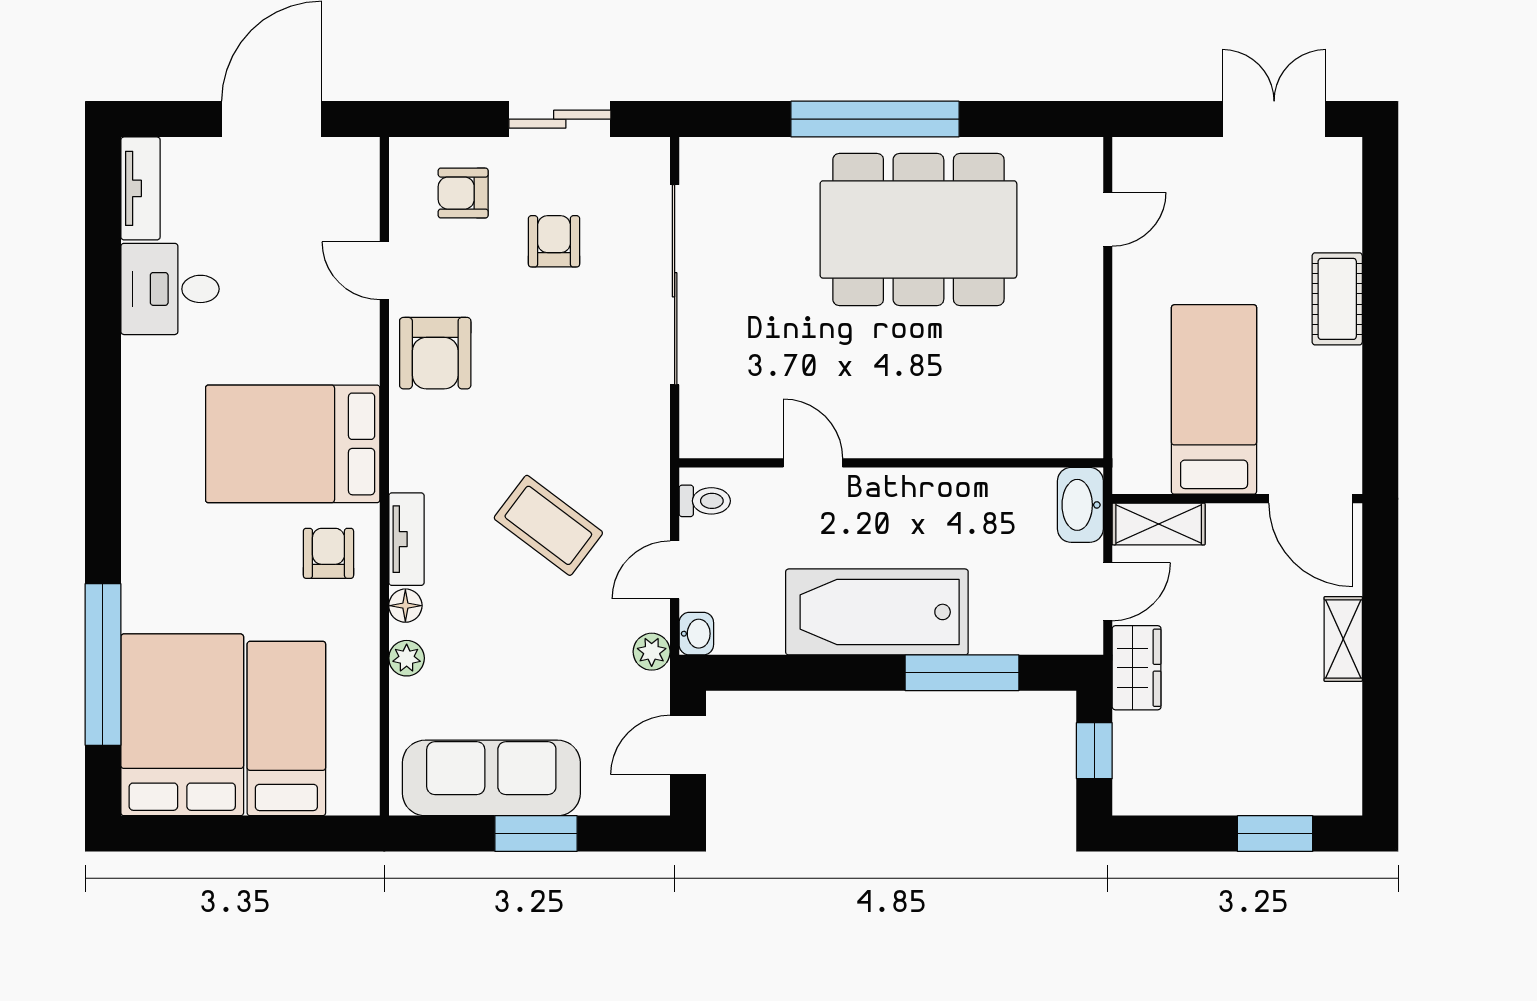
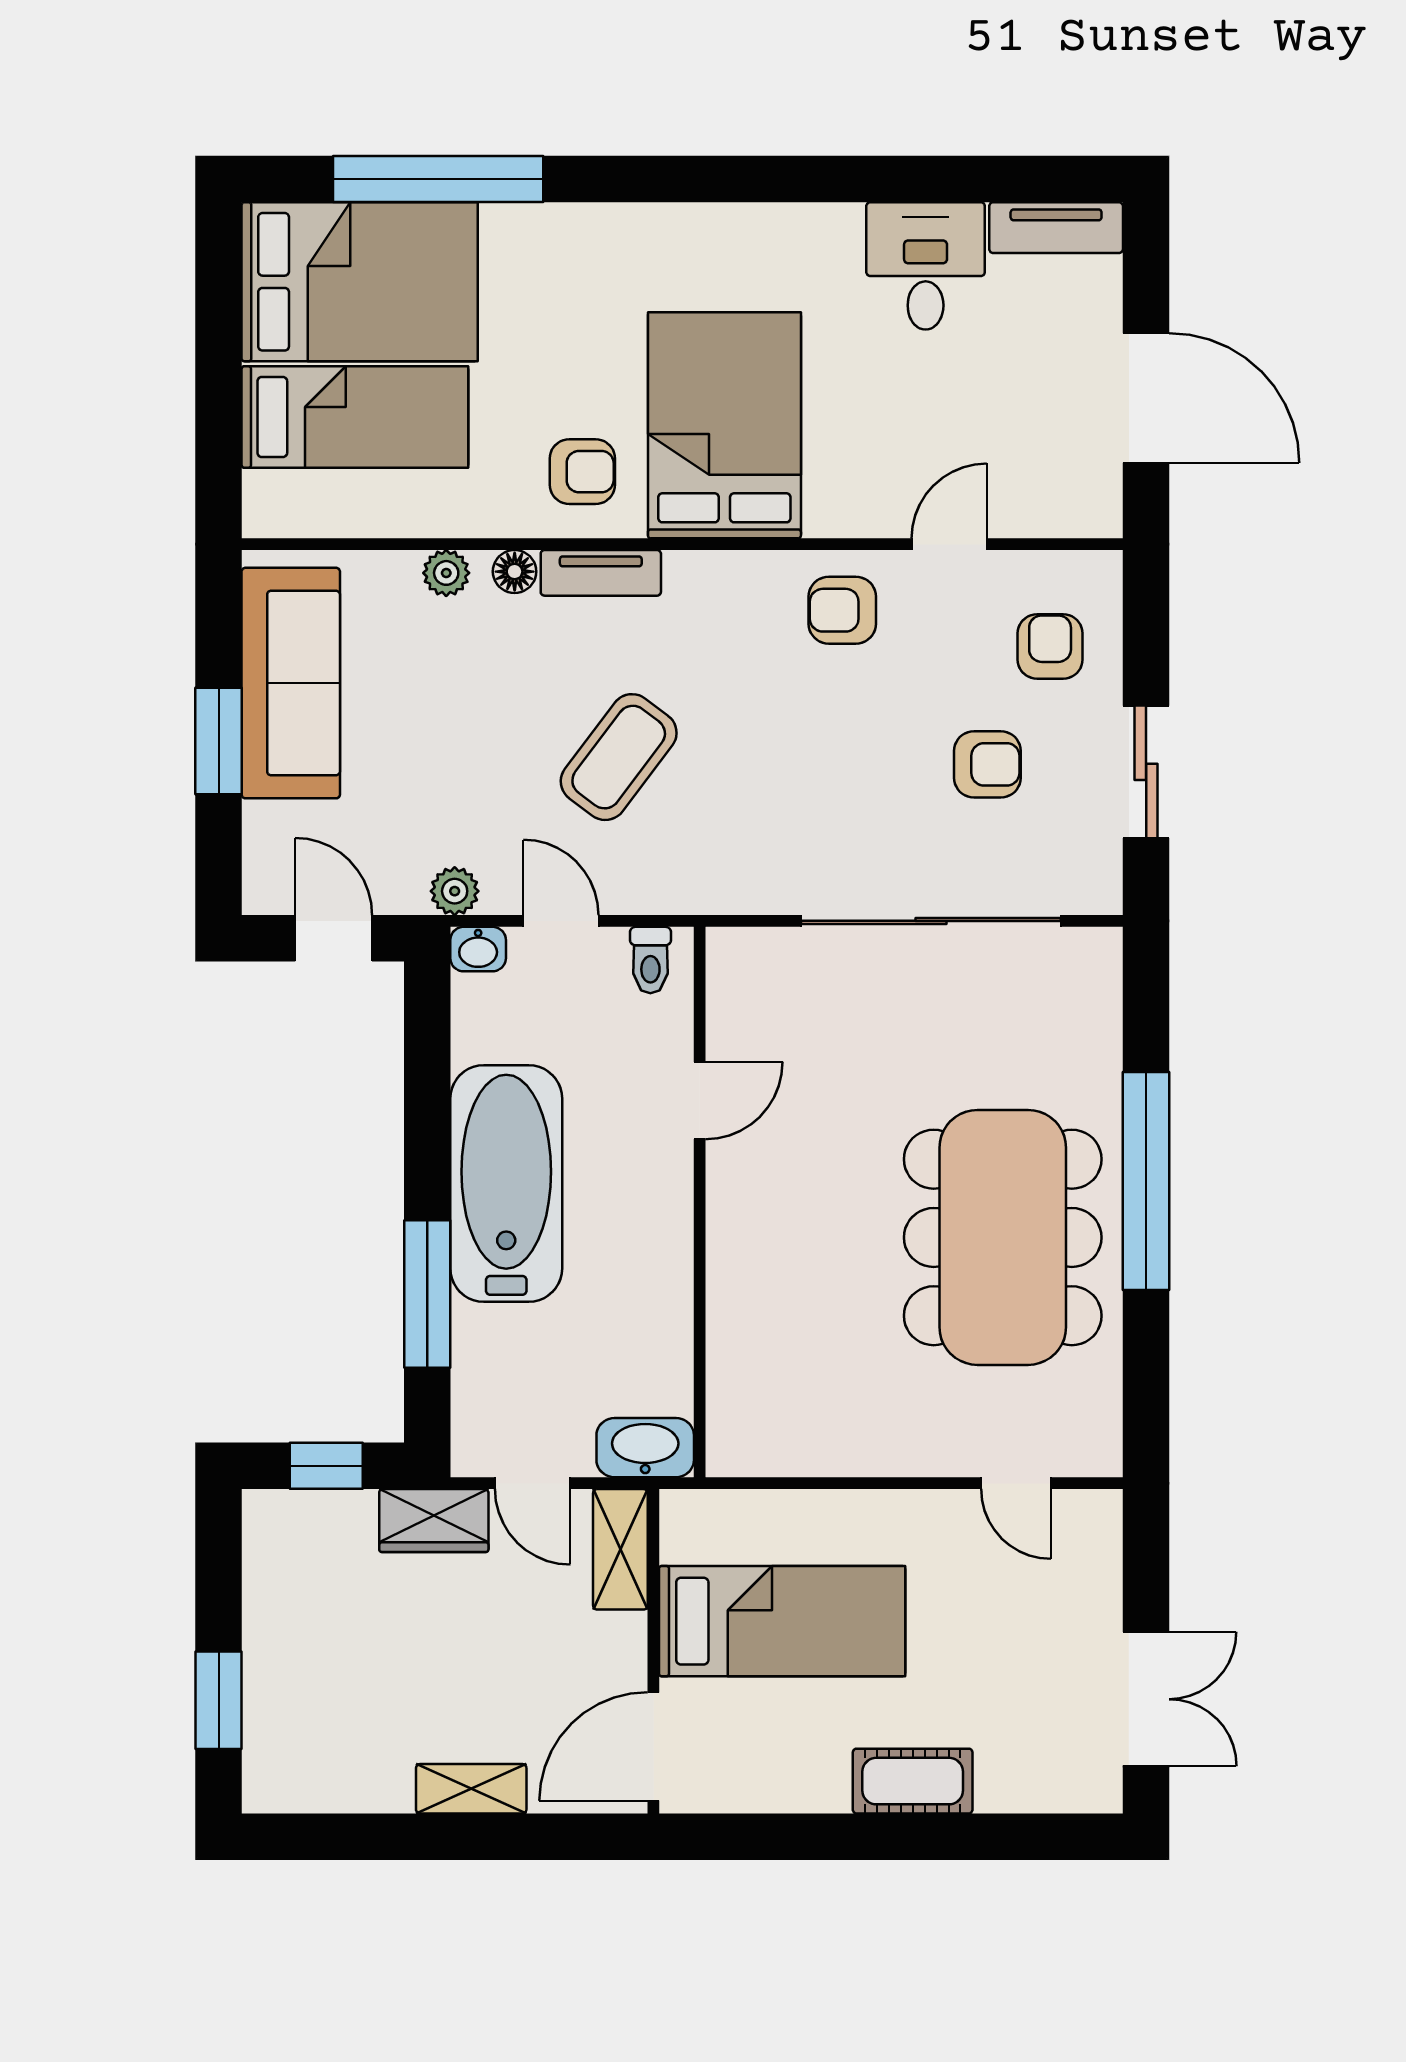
armchair: (435, 353) -> (842, 610), width x0.72, depth x0.72

